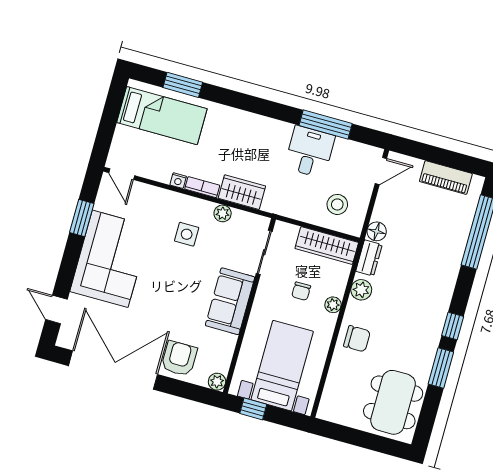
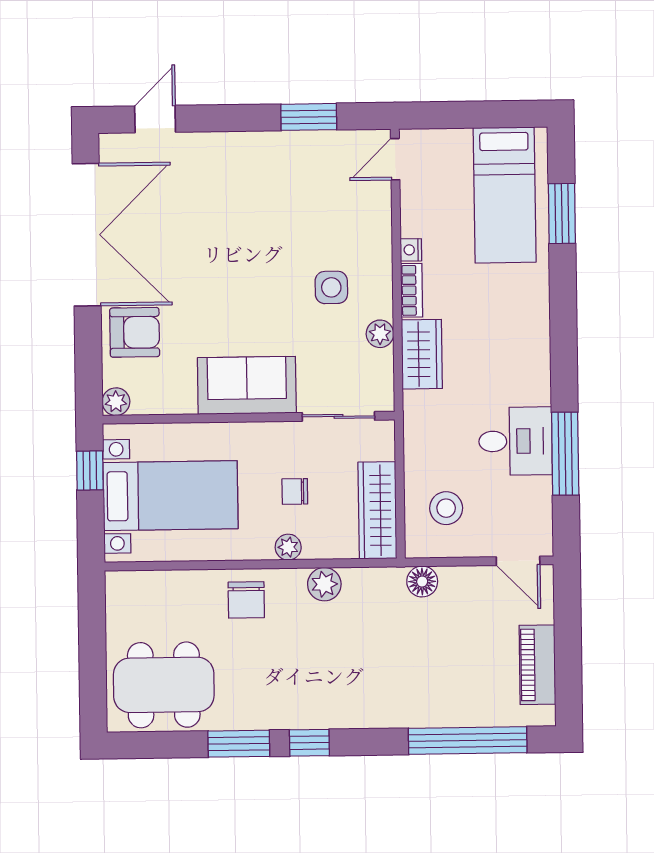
dresser: (369, 258) -> (377, 582), removed
corner sofa: (110, 259) -> (258, 180), removed

